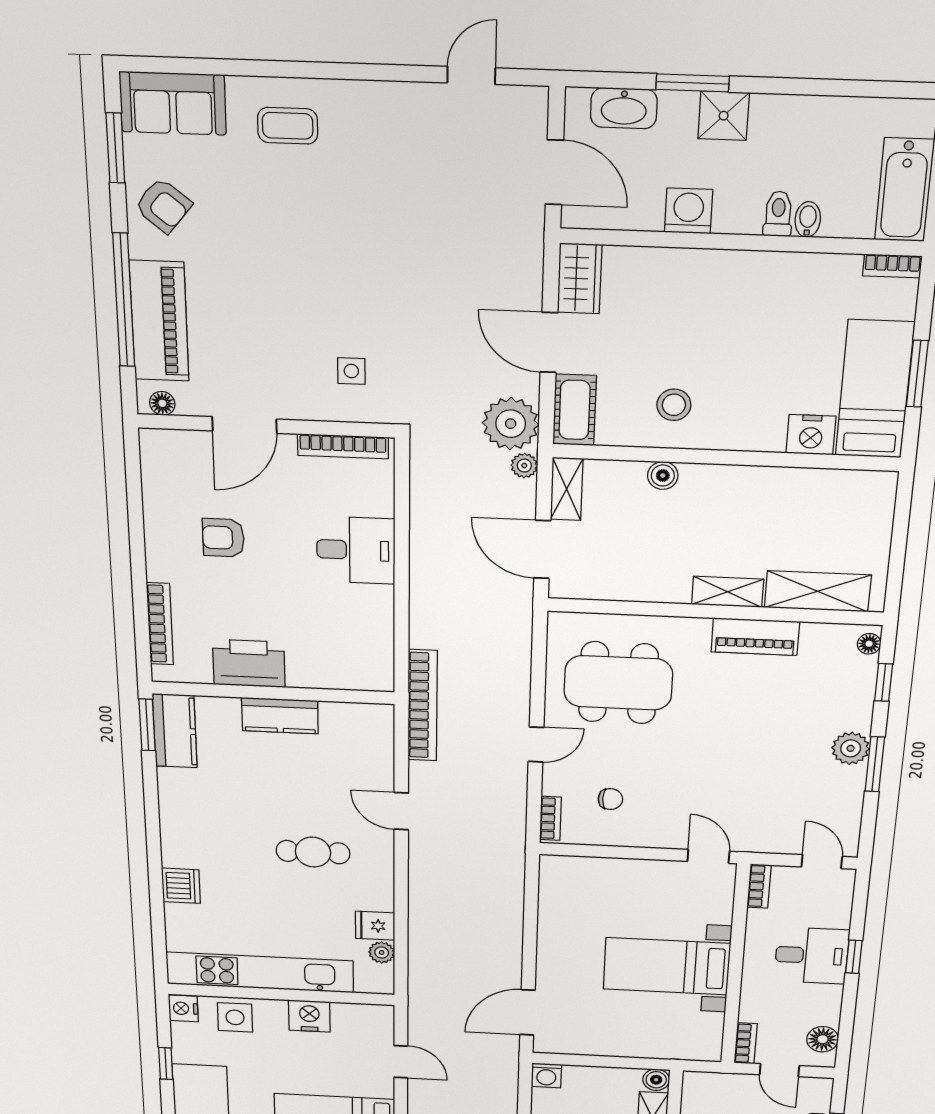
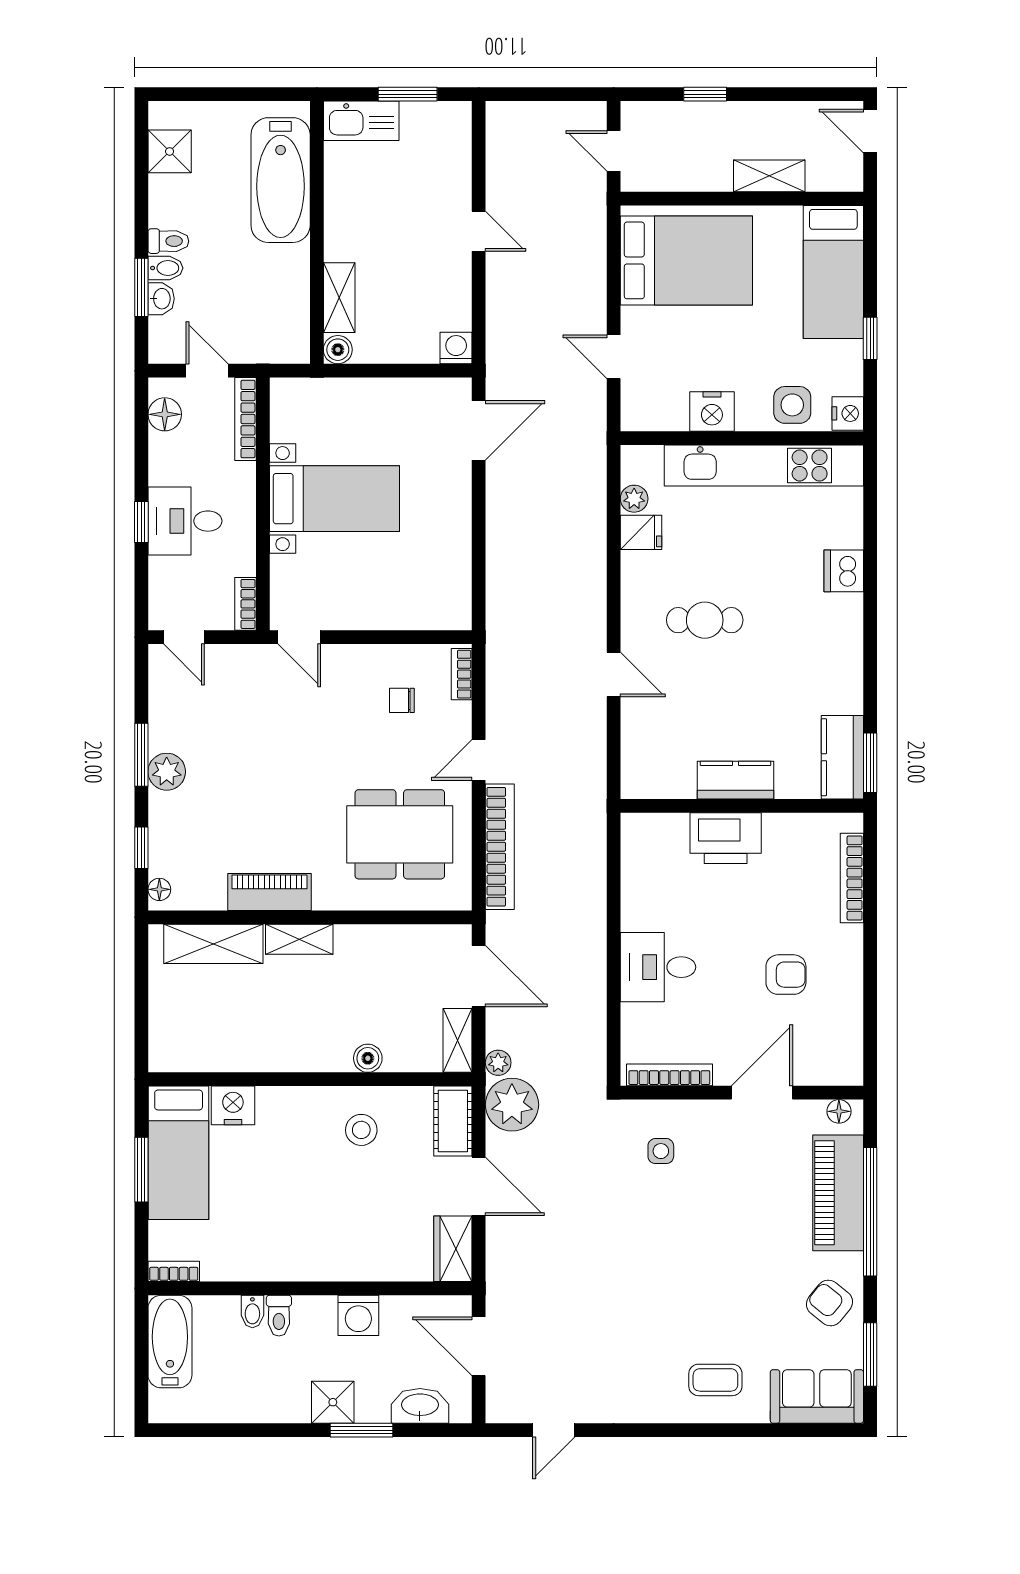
printer: (249, 663) -> (726, 838), moved
bookcase: (423, 706) -> (500, 847), moved, turned 180
bookcase: (746, 1043) -> (245, 419), width x1.56

